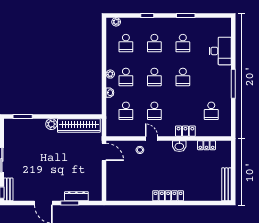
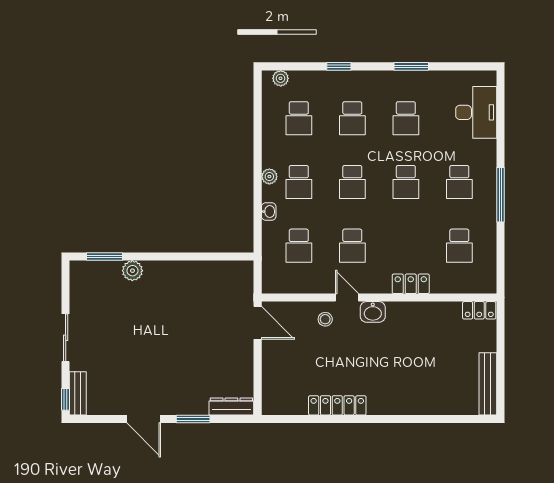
desk: (220, 51) -> (476, 112), moved
school desk: (211, 77) -> (459, 182), added
plant: (51, 124) -> (132, 271), moved
wardrobe: (79, 126) -> (210, 273), removed
locker: (207, 145) -> (479, 310), moved
washbasin: (179, 146) -> (373, 312), moved
dresser: (76, 196) -> (231, 406), moved
locker: (168, 196) -> (337, 405), moved

